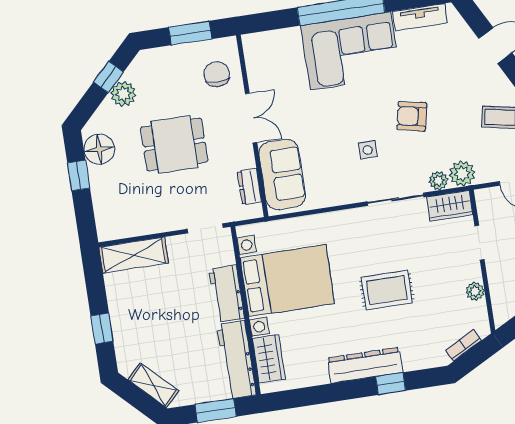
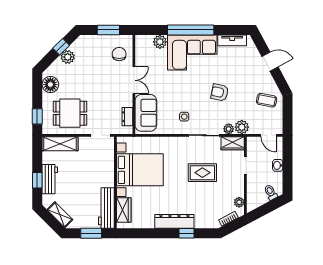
plant: (288, 40) -> (160, 42), added
dining table: (174, 144) -> (70, 113), moved
side table: (368, 150) -> (184, 117), moved
window: (79, 175) -> (37, 116), moved
rug: (387, 290) -> (202, 173), moved
plant: (475, 291) -> (239, 202), moved
workbench: (227, 294) -> (50, 179), moved, turned 180

